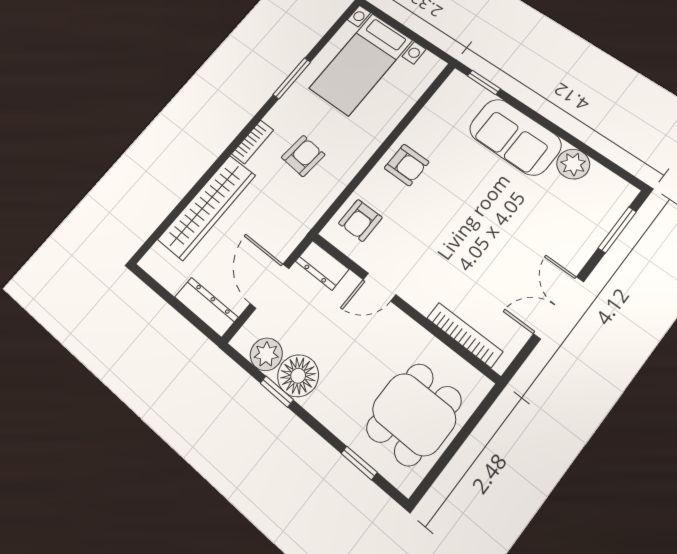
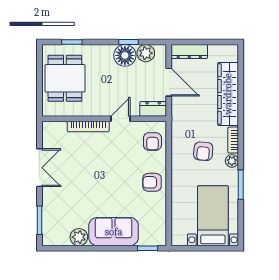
plant: (277, 116) -> (232, 161), added
armchair: (360, 220) -> (152, 141), turned 180
bookcase: (465, 335) -> (88, 127), moved

